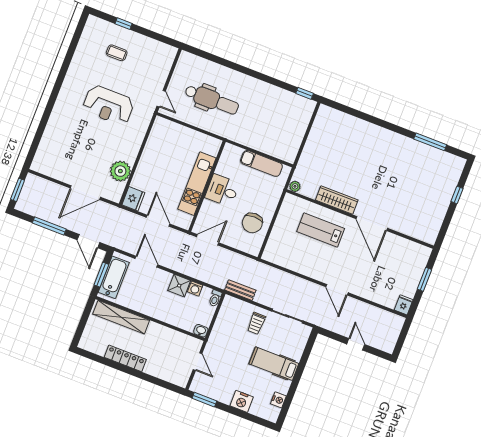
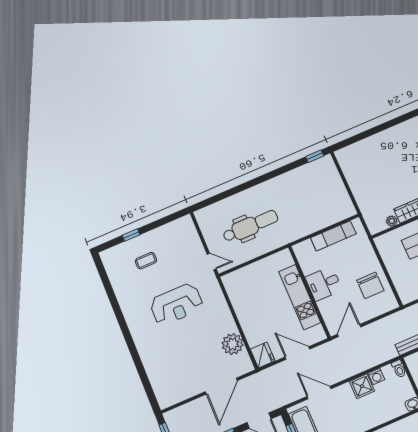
plant: (295, 186) -> (392, 221), moved

